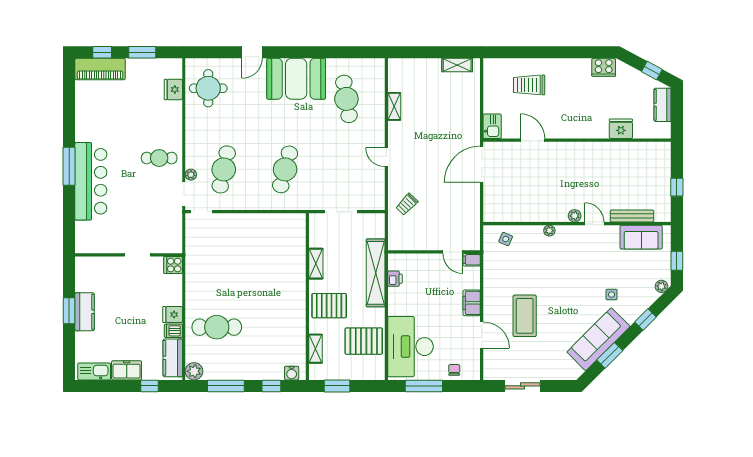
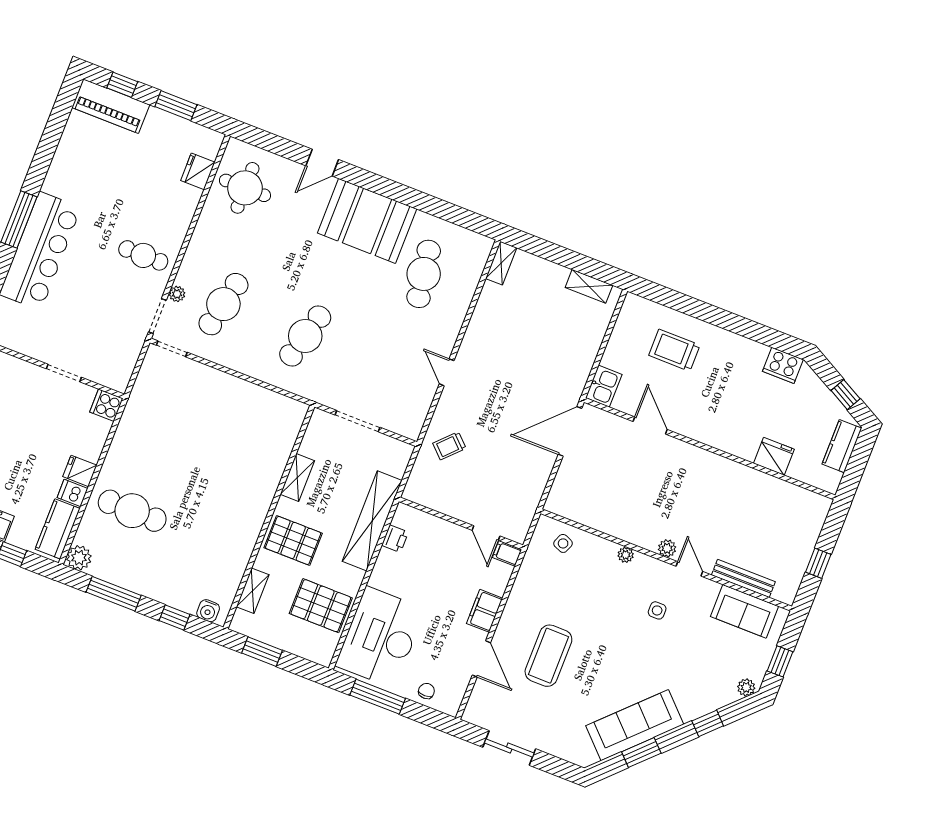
shelving: (394, 106) -> (501, 263), moved
side table: (612, 294) -> (657, 610), moved

